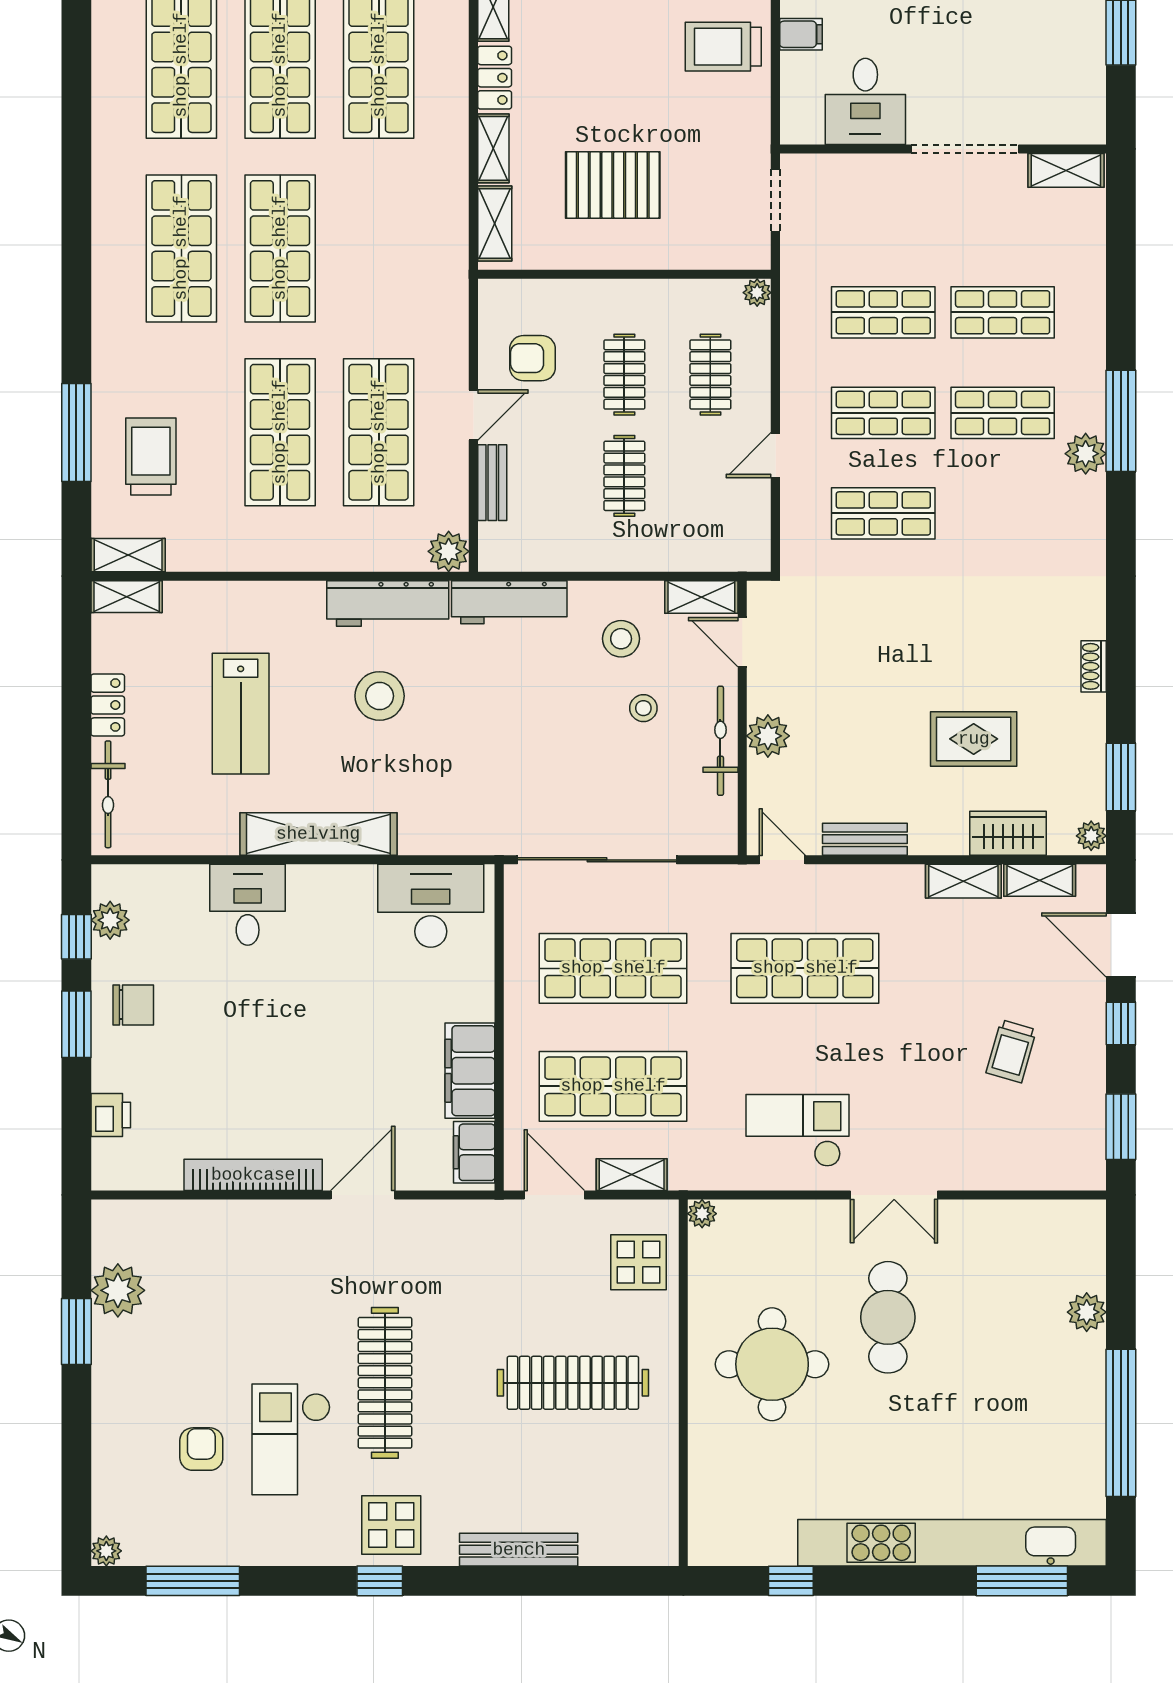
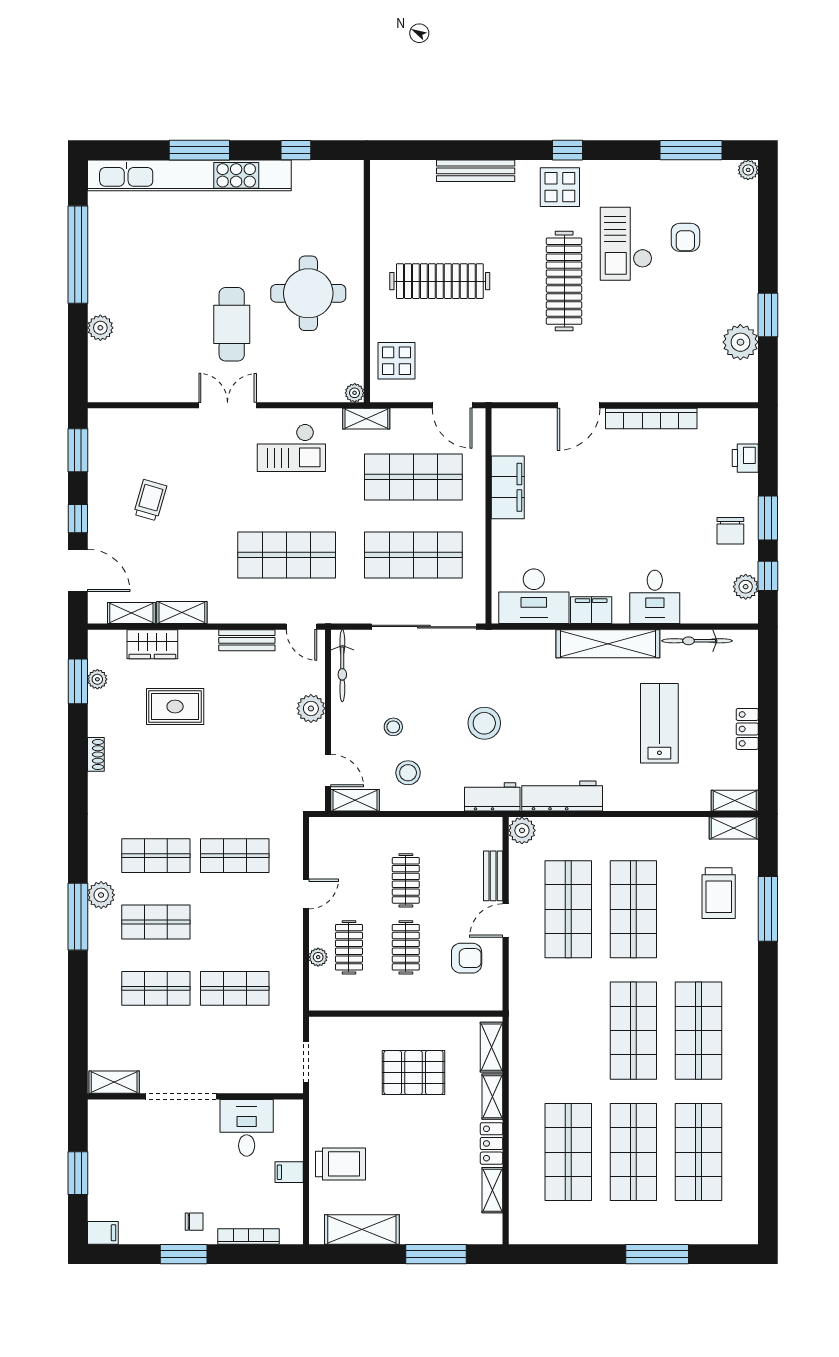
plant: (757, 293) -> (318, 957), moved
shop shelf: (883, 413) -> (156, 856), moved
workbench: (509, 602) -> (492, 797), width x0.73
stool: (380, 696) -> (484, 723), moved
bicycle: (720, 741) -> (342, 666), moved
bicycle: (108, 794) -> (697, 641), moved, turned -90
plant: (1091, 836) -> (97, 679), moved
chair: (133, 1005) -> (730, 531), turned -90
filing cabinet: (474, 1152) -> (591, 610), moved, turned -90
shelving: (632, 1175) -> (366, 419), moved
checkout: (291, 1439) -> (626, 244), turned 180
window: (1022, 1581) -> (199, 150), moved

